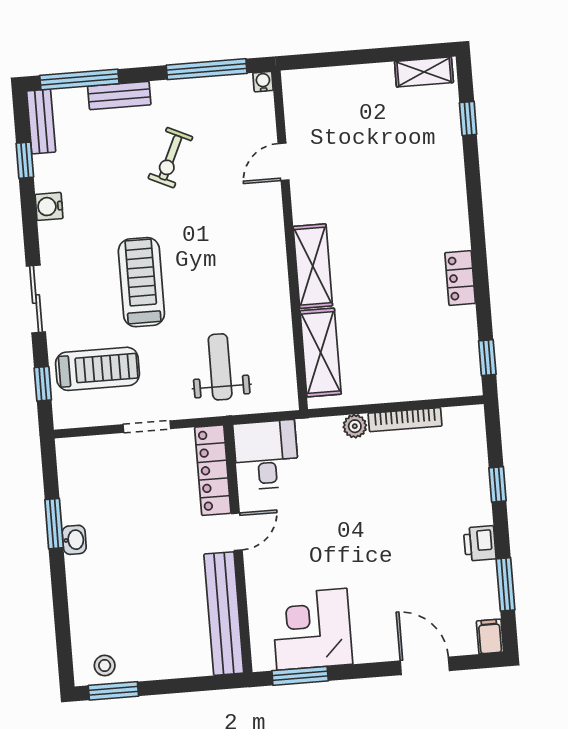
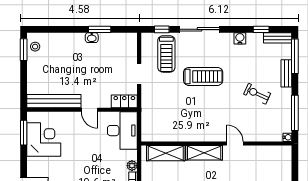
door: (284, 162) -> (235, 144), moved
sliding door: (36, 299) -> (199, 29), width x1.37
weight bench: (220, 367) -> (163, 108), removed
desk: (266, 455) -> (122, 131), width x1.37
locker: (213, 470) -> (124, 101), width x0.66

